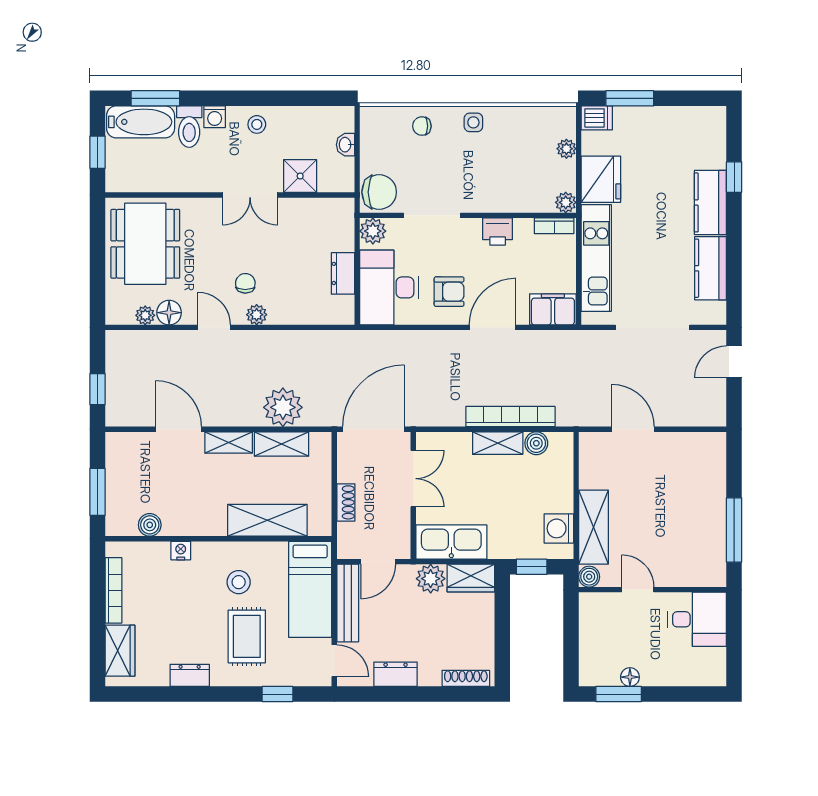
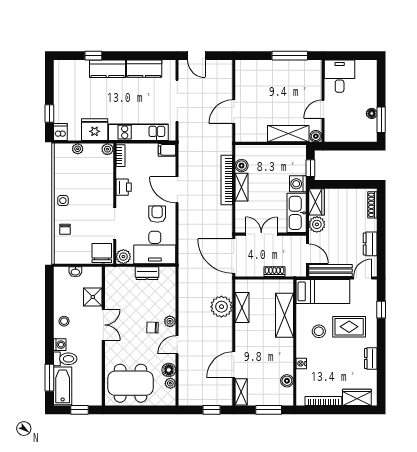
window: (630, 98) -> (49, 114), width x0.67
filing cabinet: (553, 309) -> (167, 150), width x0.50
shelving: (229, 442) -> (241, 392), moved
washing machine: (559, 528) -> (298, 184), moved, turned 90

